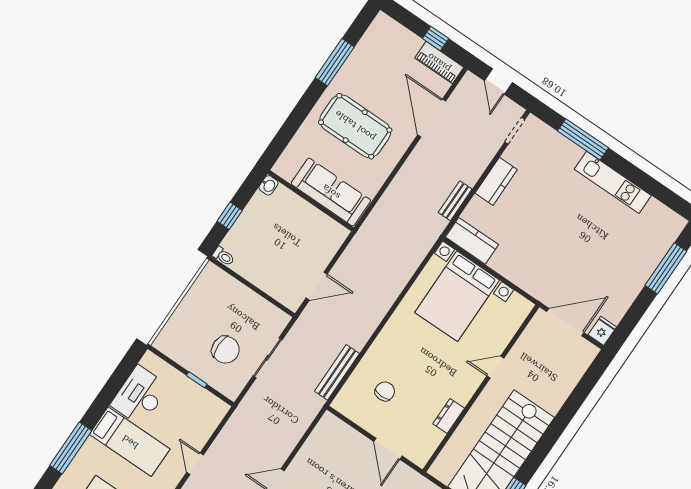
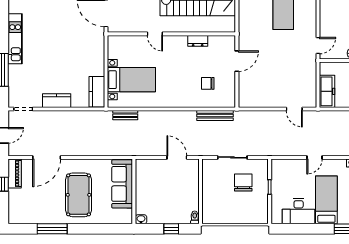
bench: (455, 201) -> (125, 115), moved
bed with nightstands: (457, 296) -> (131, 80), width x0.73

